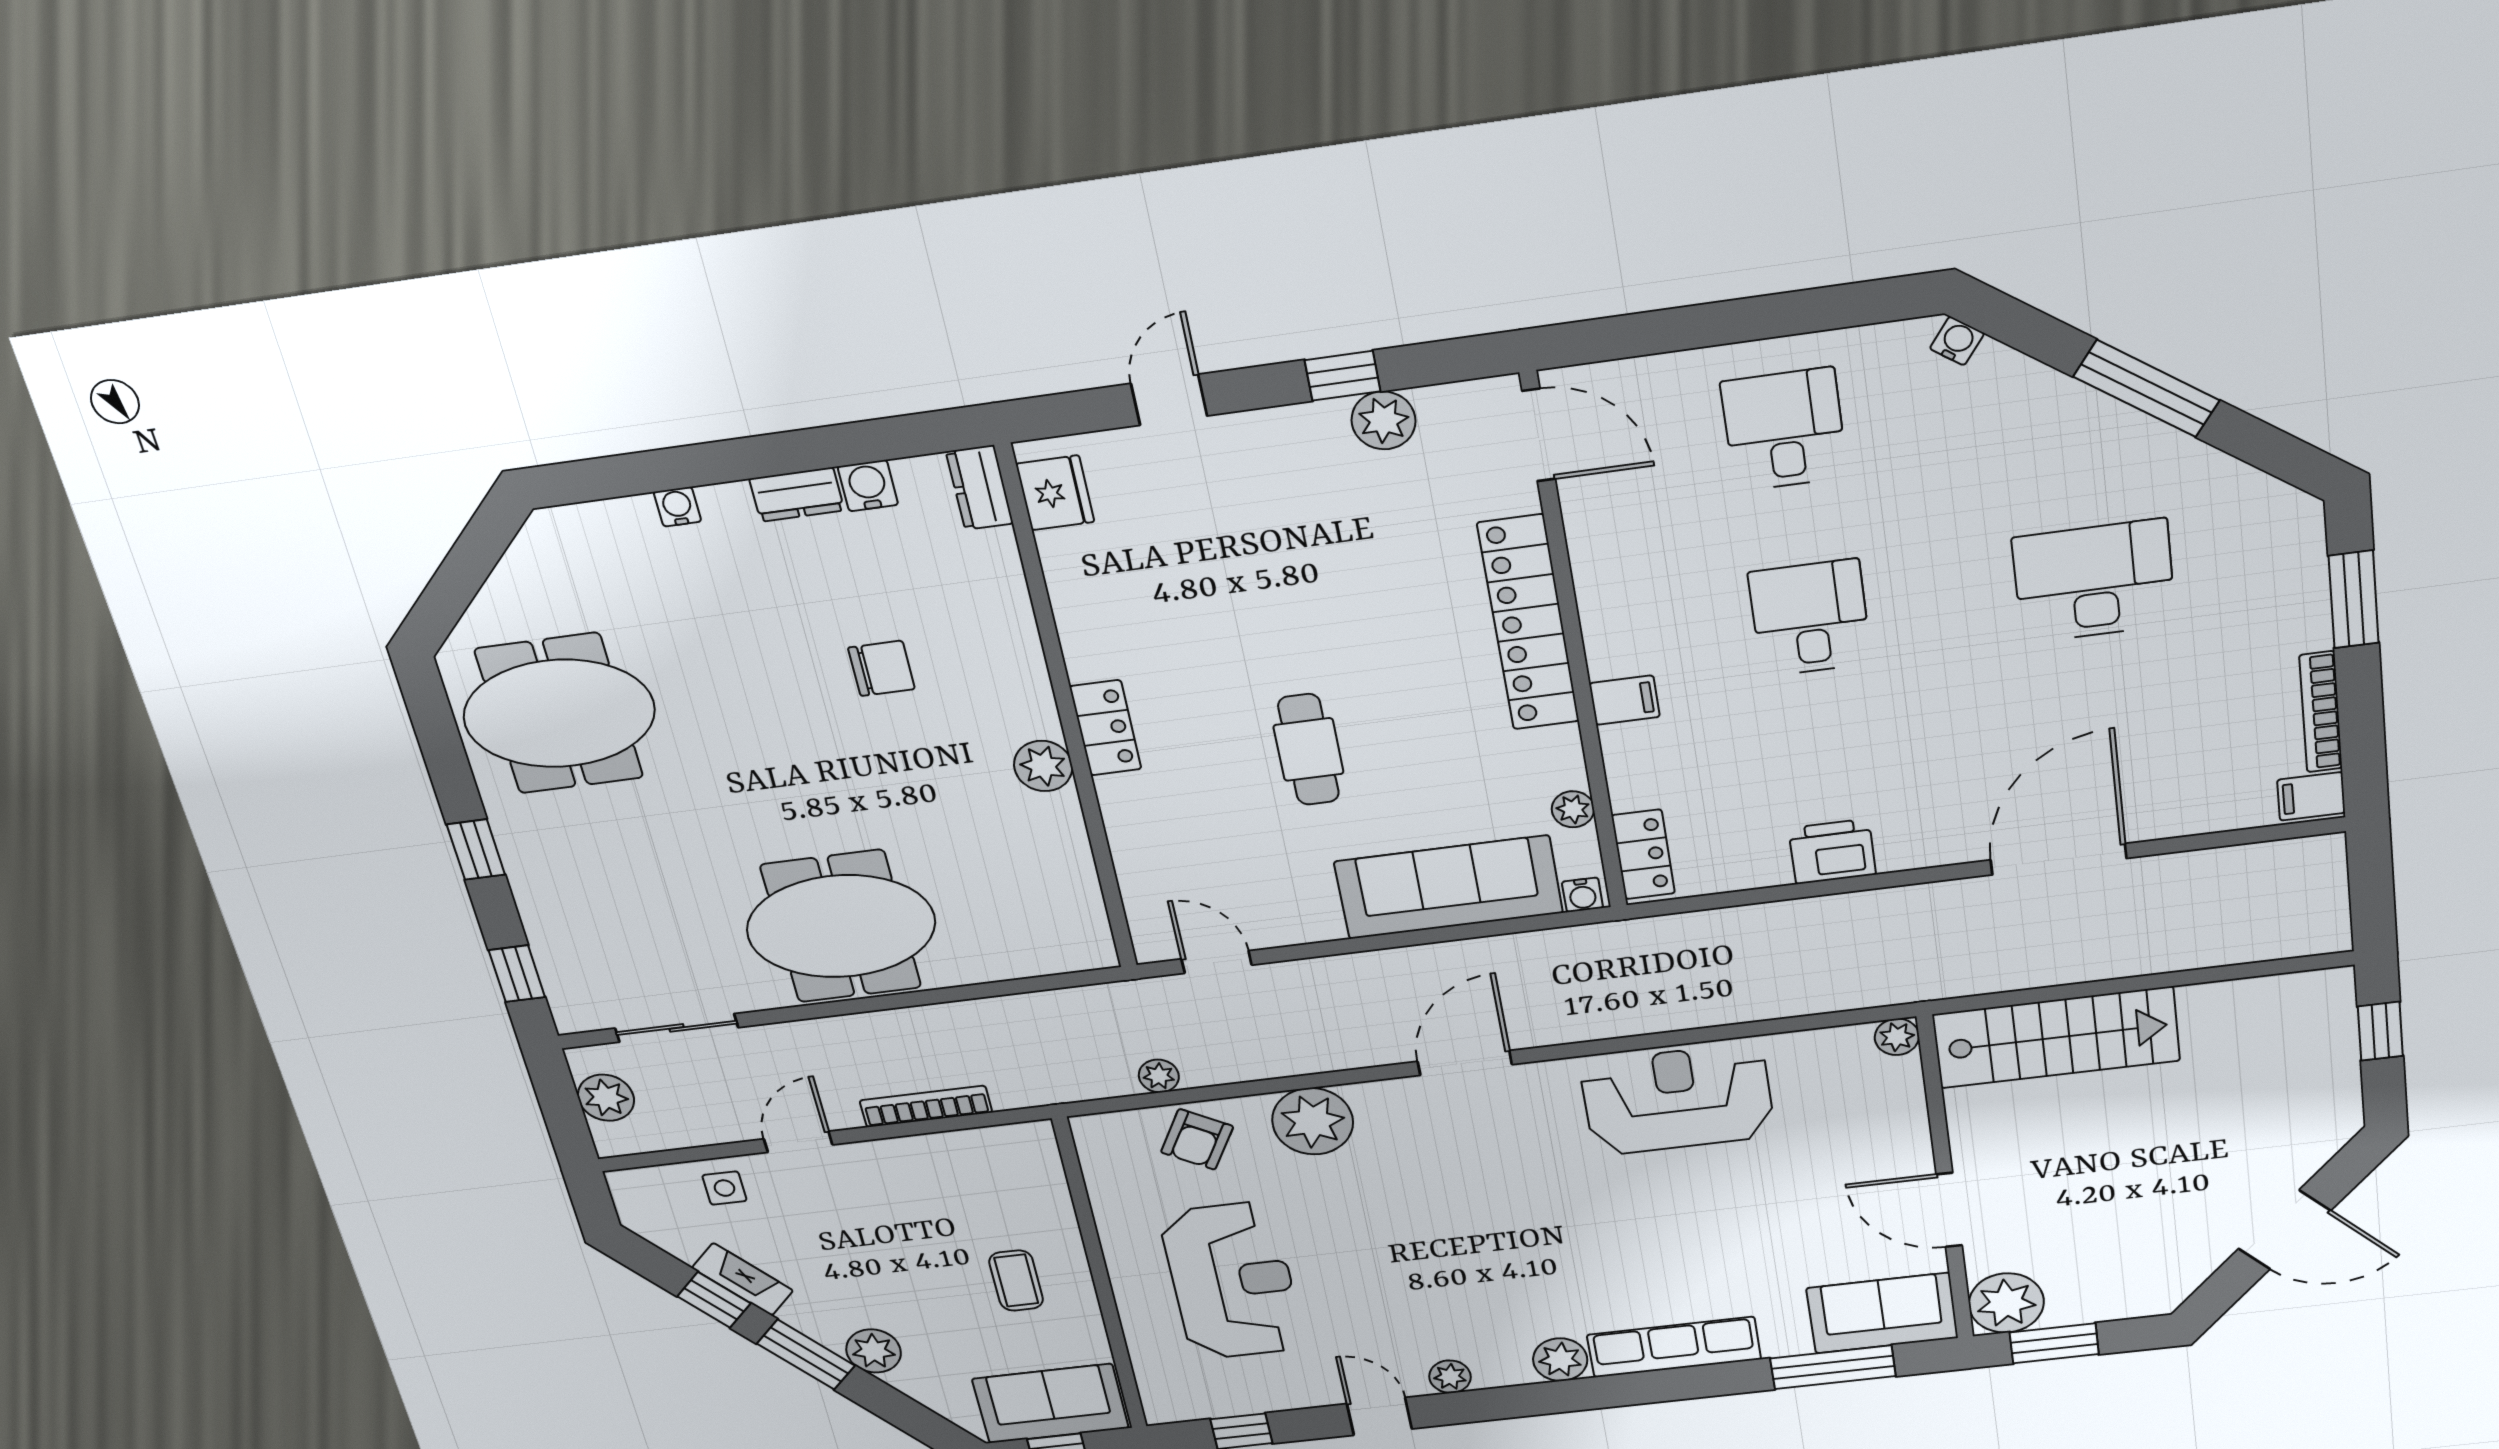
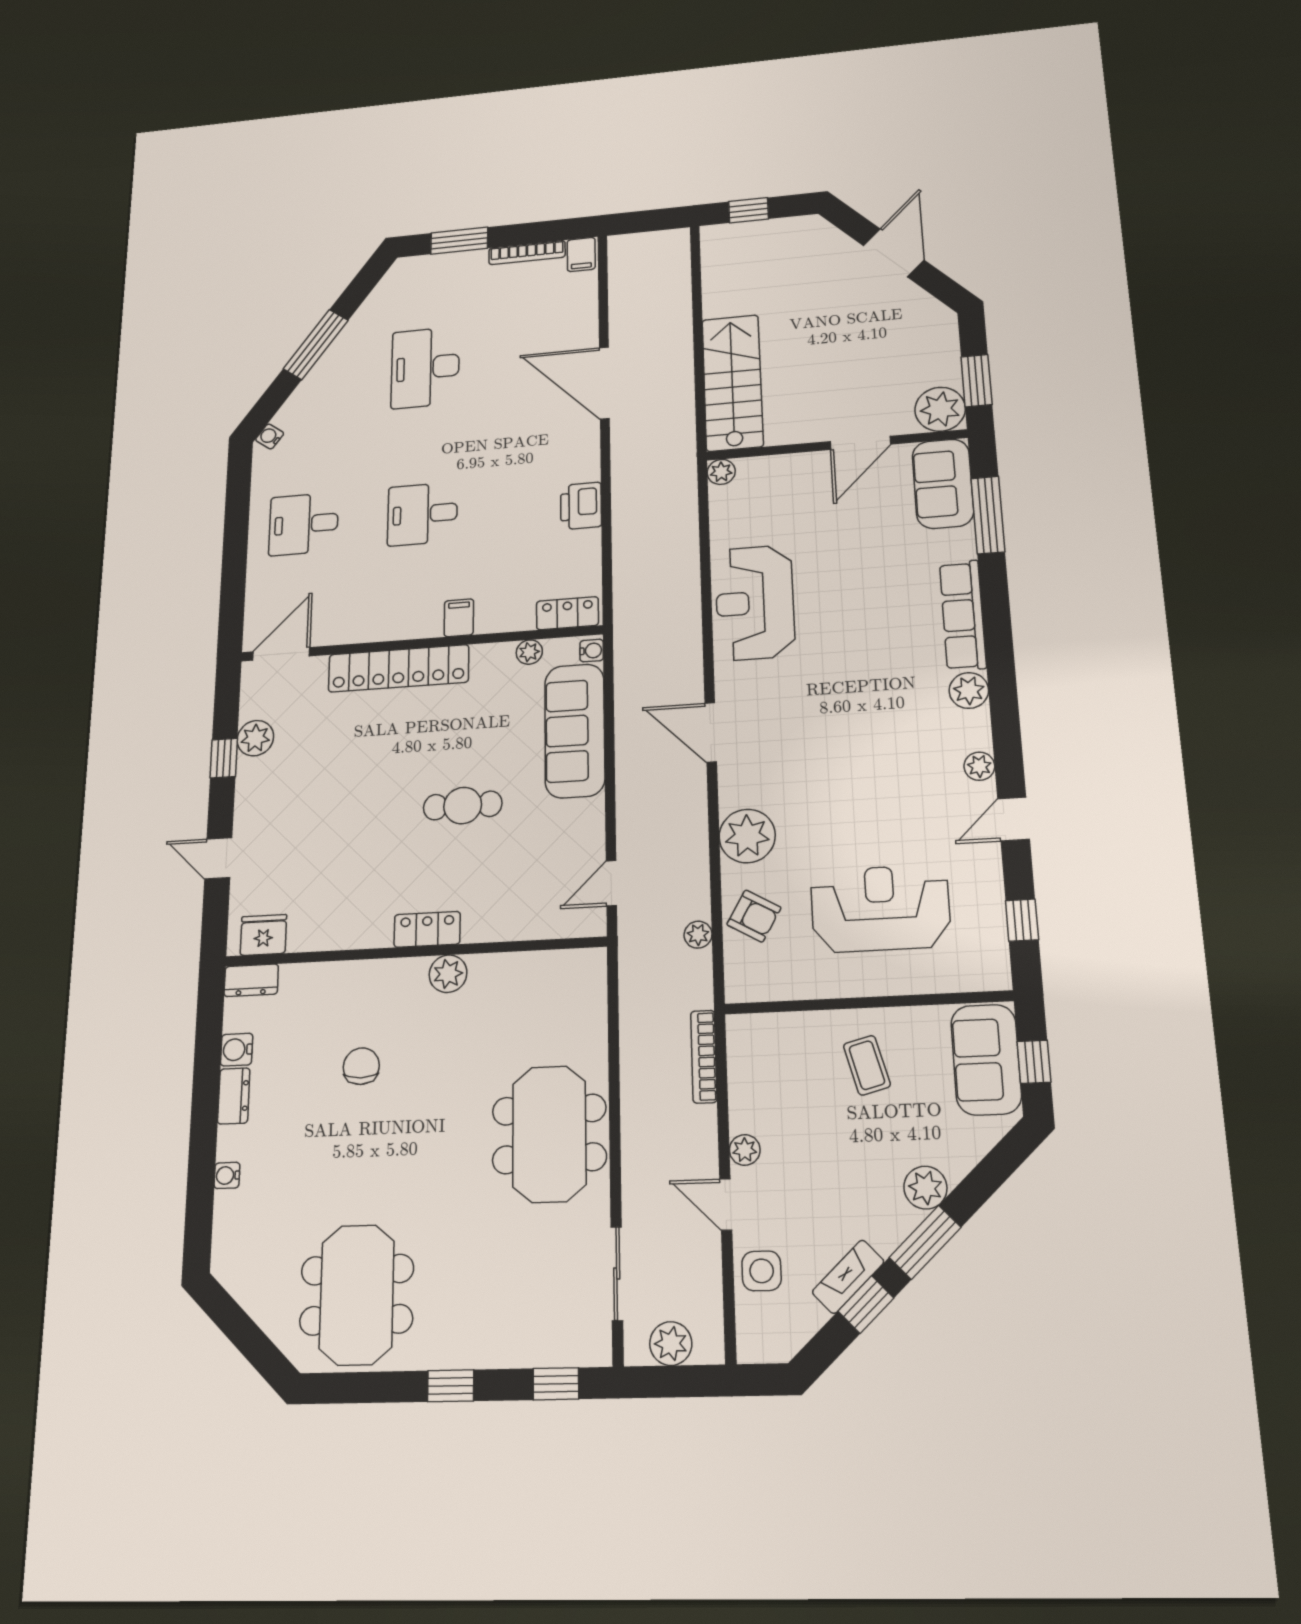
bookcase: (926, 1106) -> (704, 1057), moved
plant: (874, 1157) -> (745, 1150), added
side table: (724, 1188) -> (762, 1271), width x1.37, depth x1.37
coffee table: (1016, 1281) -> (867, 1065), turned 75

